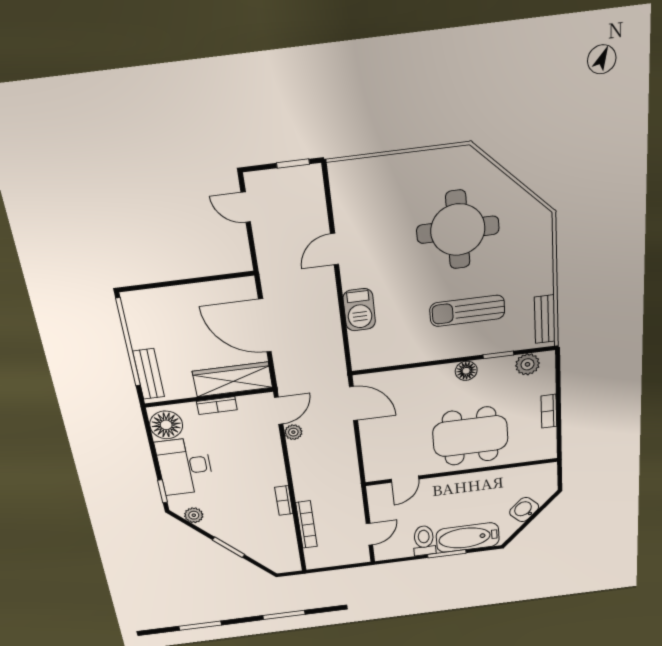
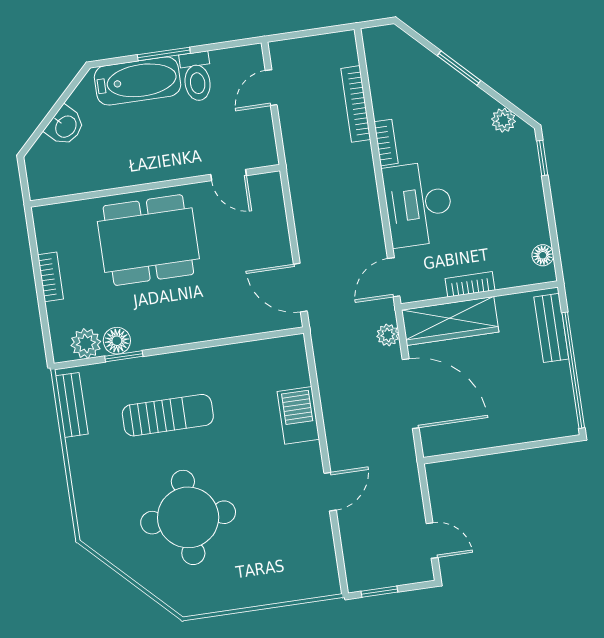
floor lamp: (466, 371) -> (117, 341), moved
floor lamp: (166, 425) -> (543, 255), width x0.53, depth x0.53
plant: (293, 432) -> (388, 335), moved
desk: (185, 466) -> (418, 204), moved, turned 180
door: (405, 479) -> (229, 175), swing flipped

